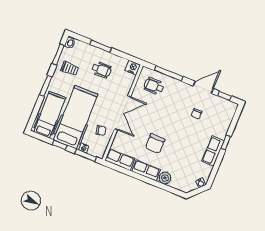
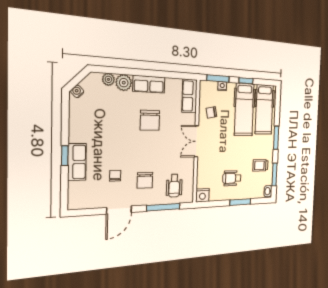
wheelchair: (154, 86) -> (174, 186), turned 90
window: (225, 96) -> (89, 212), removed
chair: (176, 101) -> (145, 180), added
double door: (123, 113) -> (196, 141), width x0.73
hospital bed: (76, 117) -> (244, 110), width x0.73, depth x0.78
chair: (155, 144) -> (150, 120), turned 180
row of seats: (213, 151) -> (77, 162), moved
row of seats: (120, 160) -> (189, 96), moved, turned 90
plant: (175, 184) -> (108, 79), added

